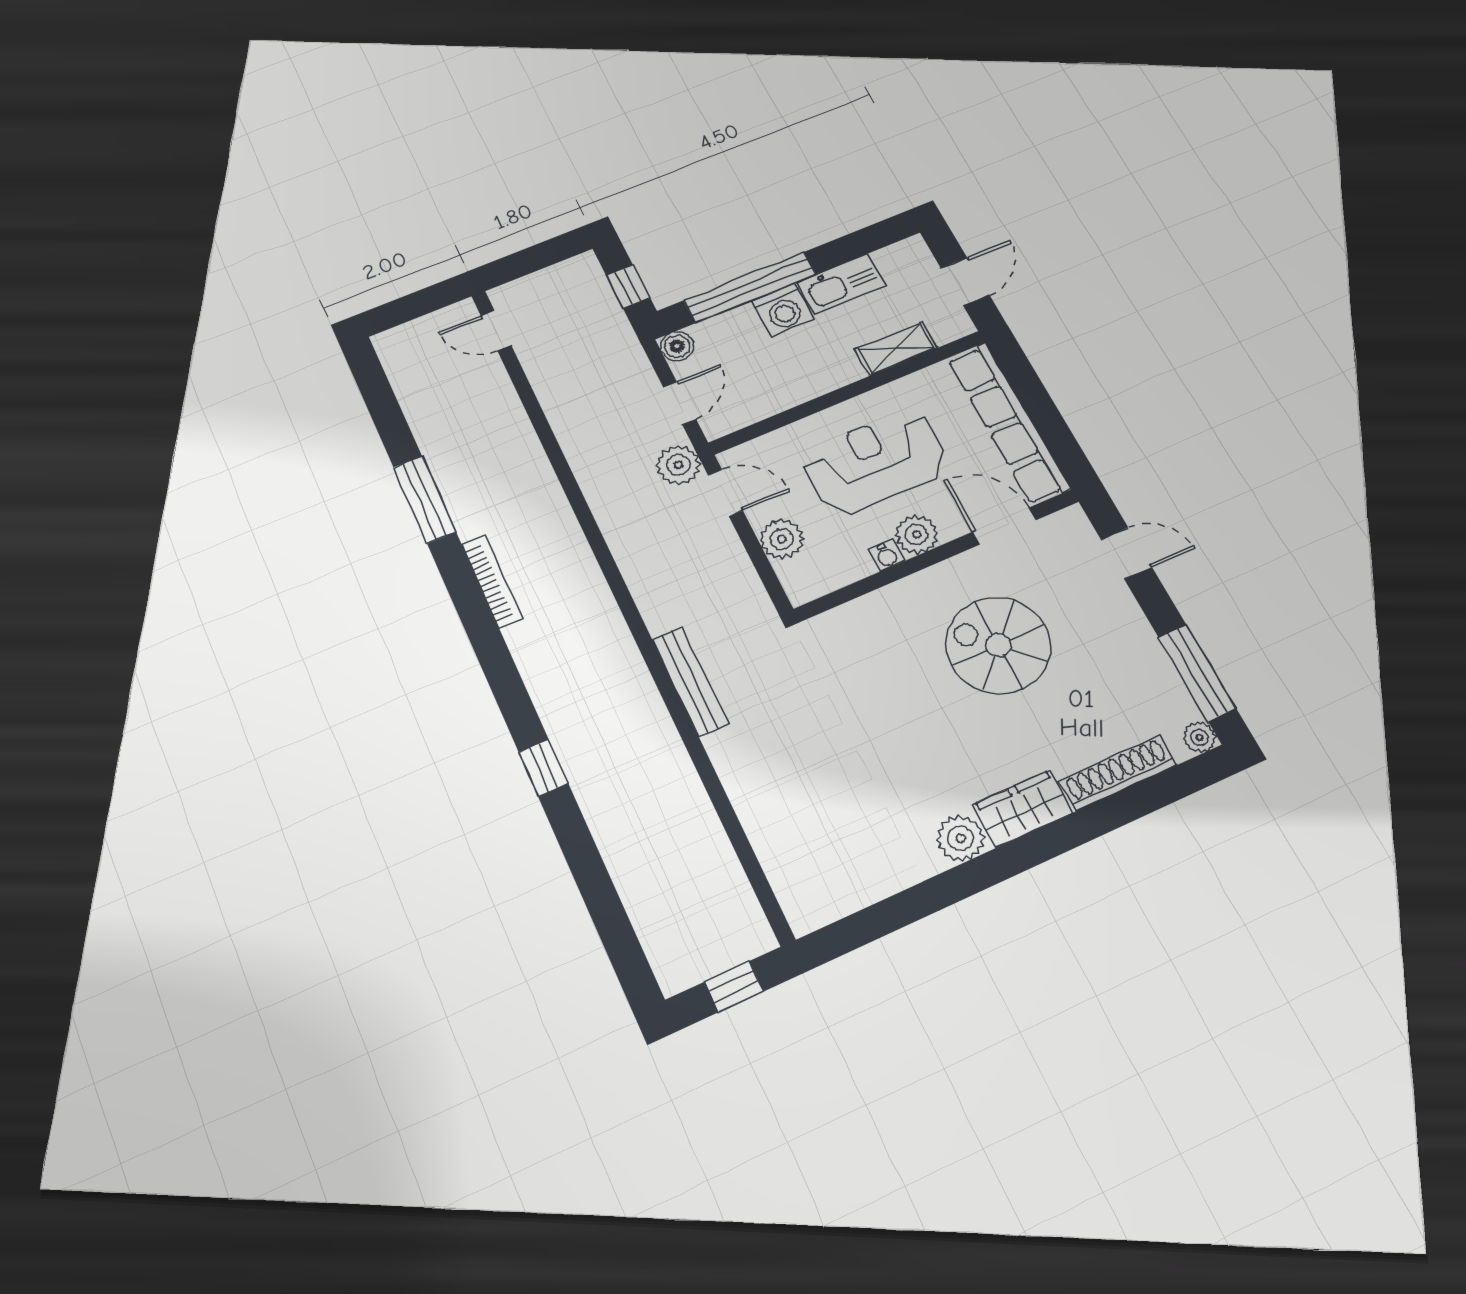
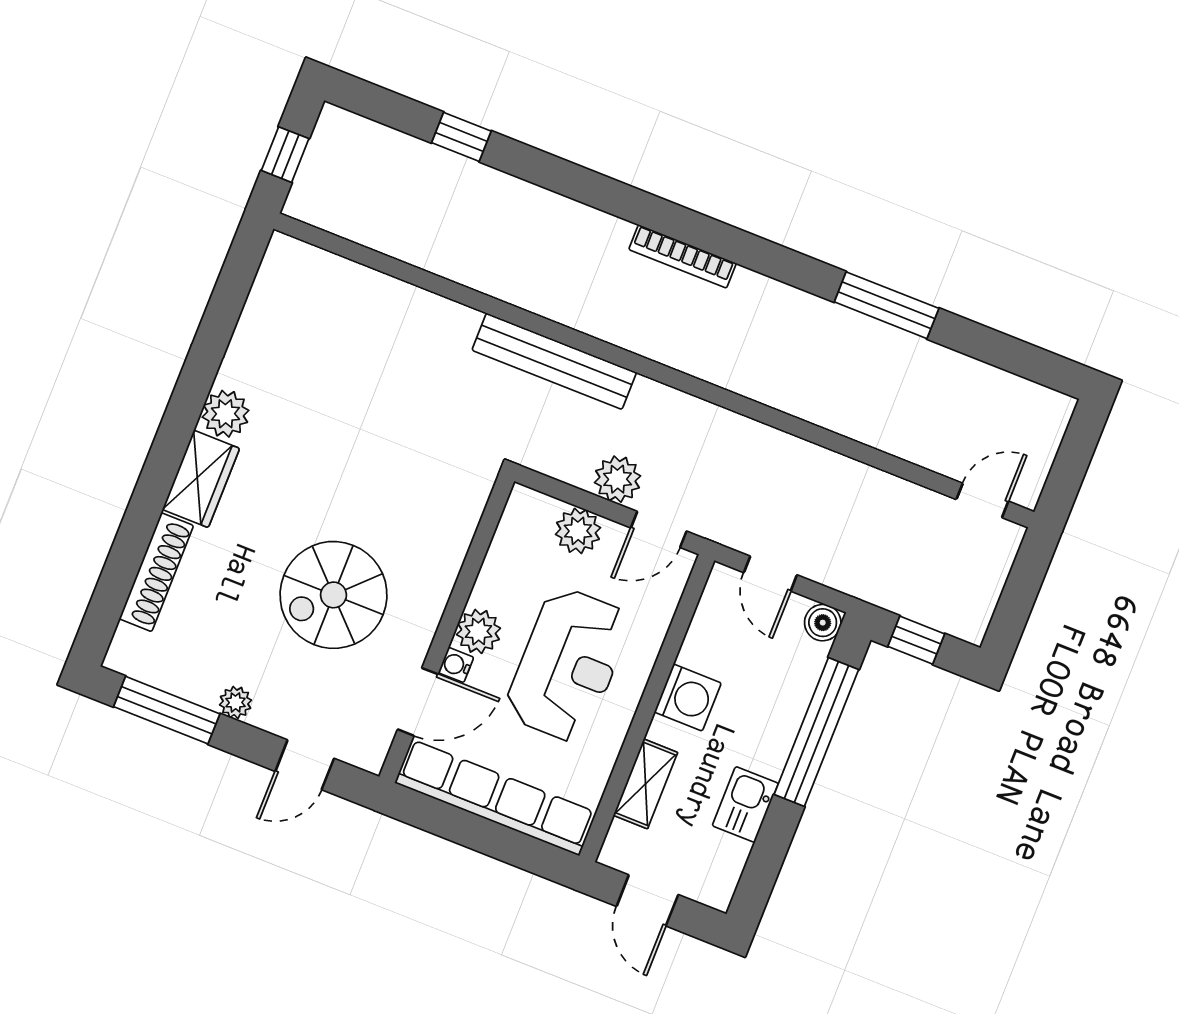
kitchen sink: (841, 284) -> (745, 805), width x0.73
washing machine: (783, 310) -> (688, 698), moved, turned 180
plant: (678, 465) -> (618, 479), moved
water cooler: (886, 556) -> (456, 665), moved
bookcase: (492, 581) -> (682, 256), moved
spiral stairs: (998, 645) -> (333, 595), turned 180
bench: (690, 682) -> (554, 361), width x1.37, depth x1.21
plant: (1200, 737) -> (236, 702), moved
window: (543, 768) -> (461, 137), moved

